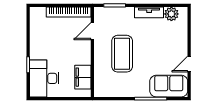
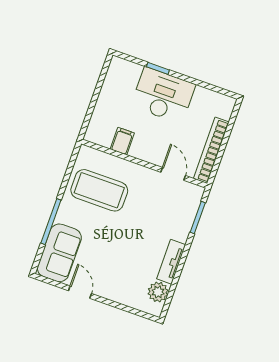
coffee table: (122, 54) -> (99, 190), moved
filing cabinet: (83, 77) -> (122, 141), width x0.50
desk: (44, 78) -> (163, 95), moved

